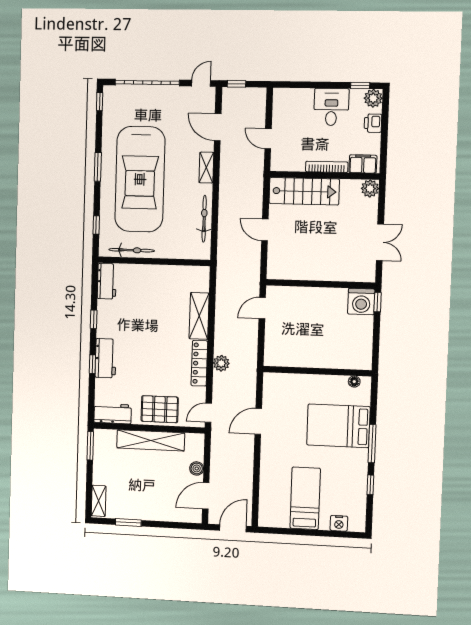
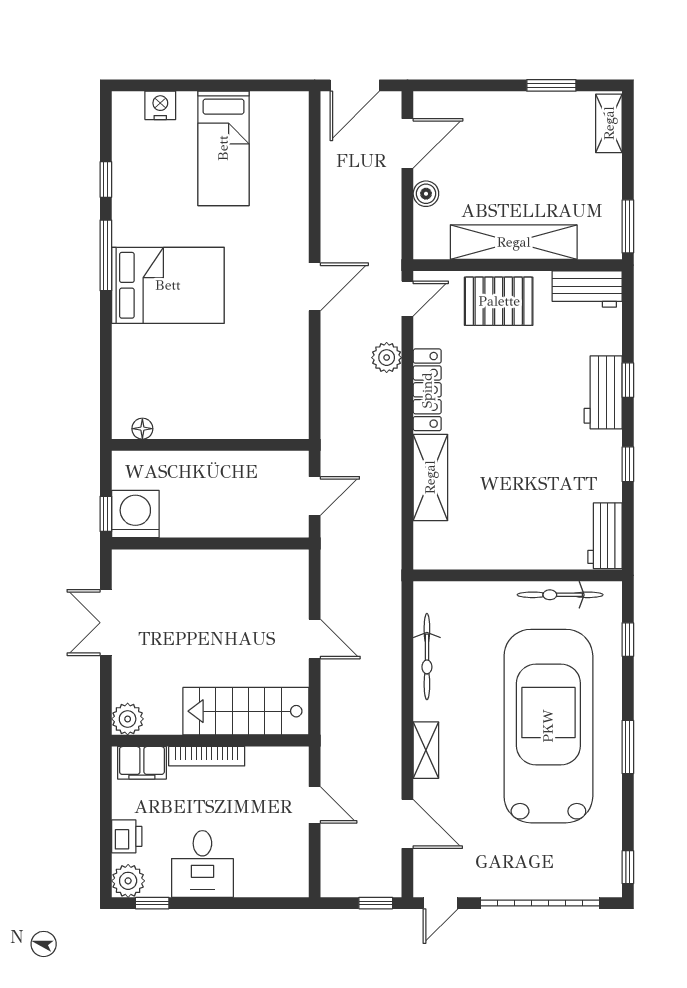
plant: (221, 363) -> (387, 358), moved
wall: (317, 371) -> (210, 445), moved
floor lamp: (354, 382) -> (142, 429), moved

